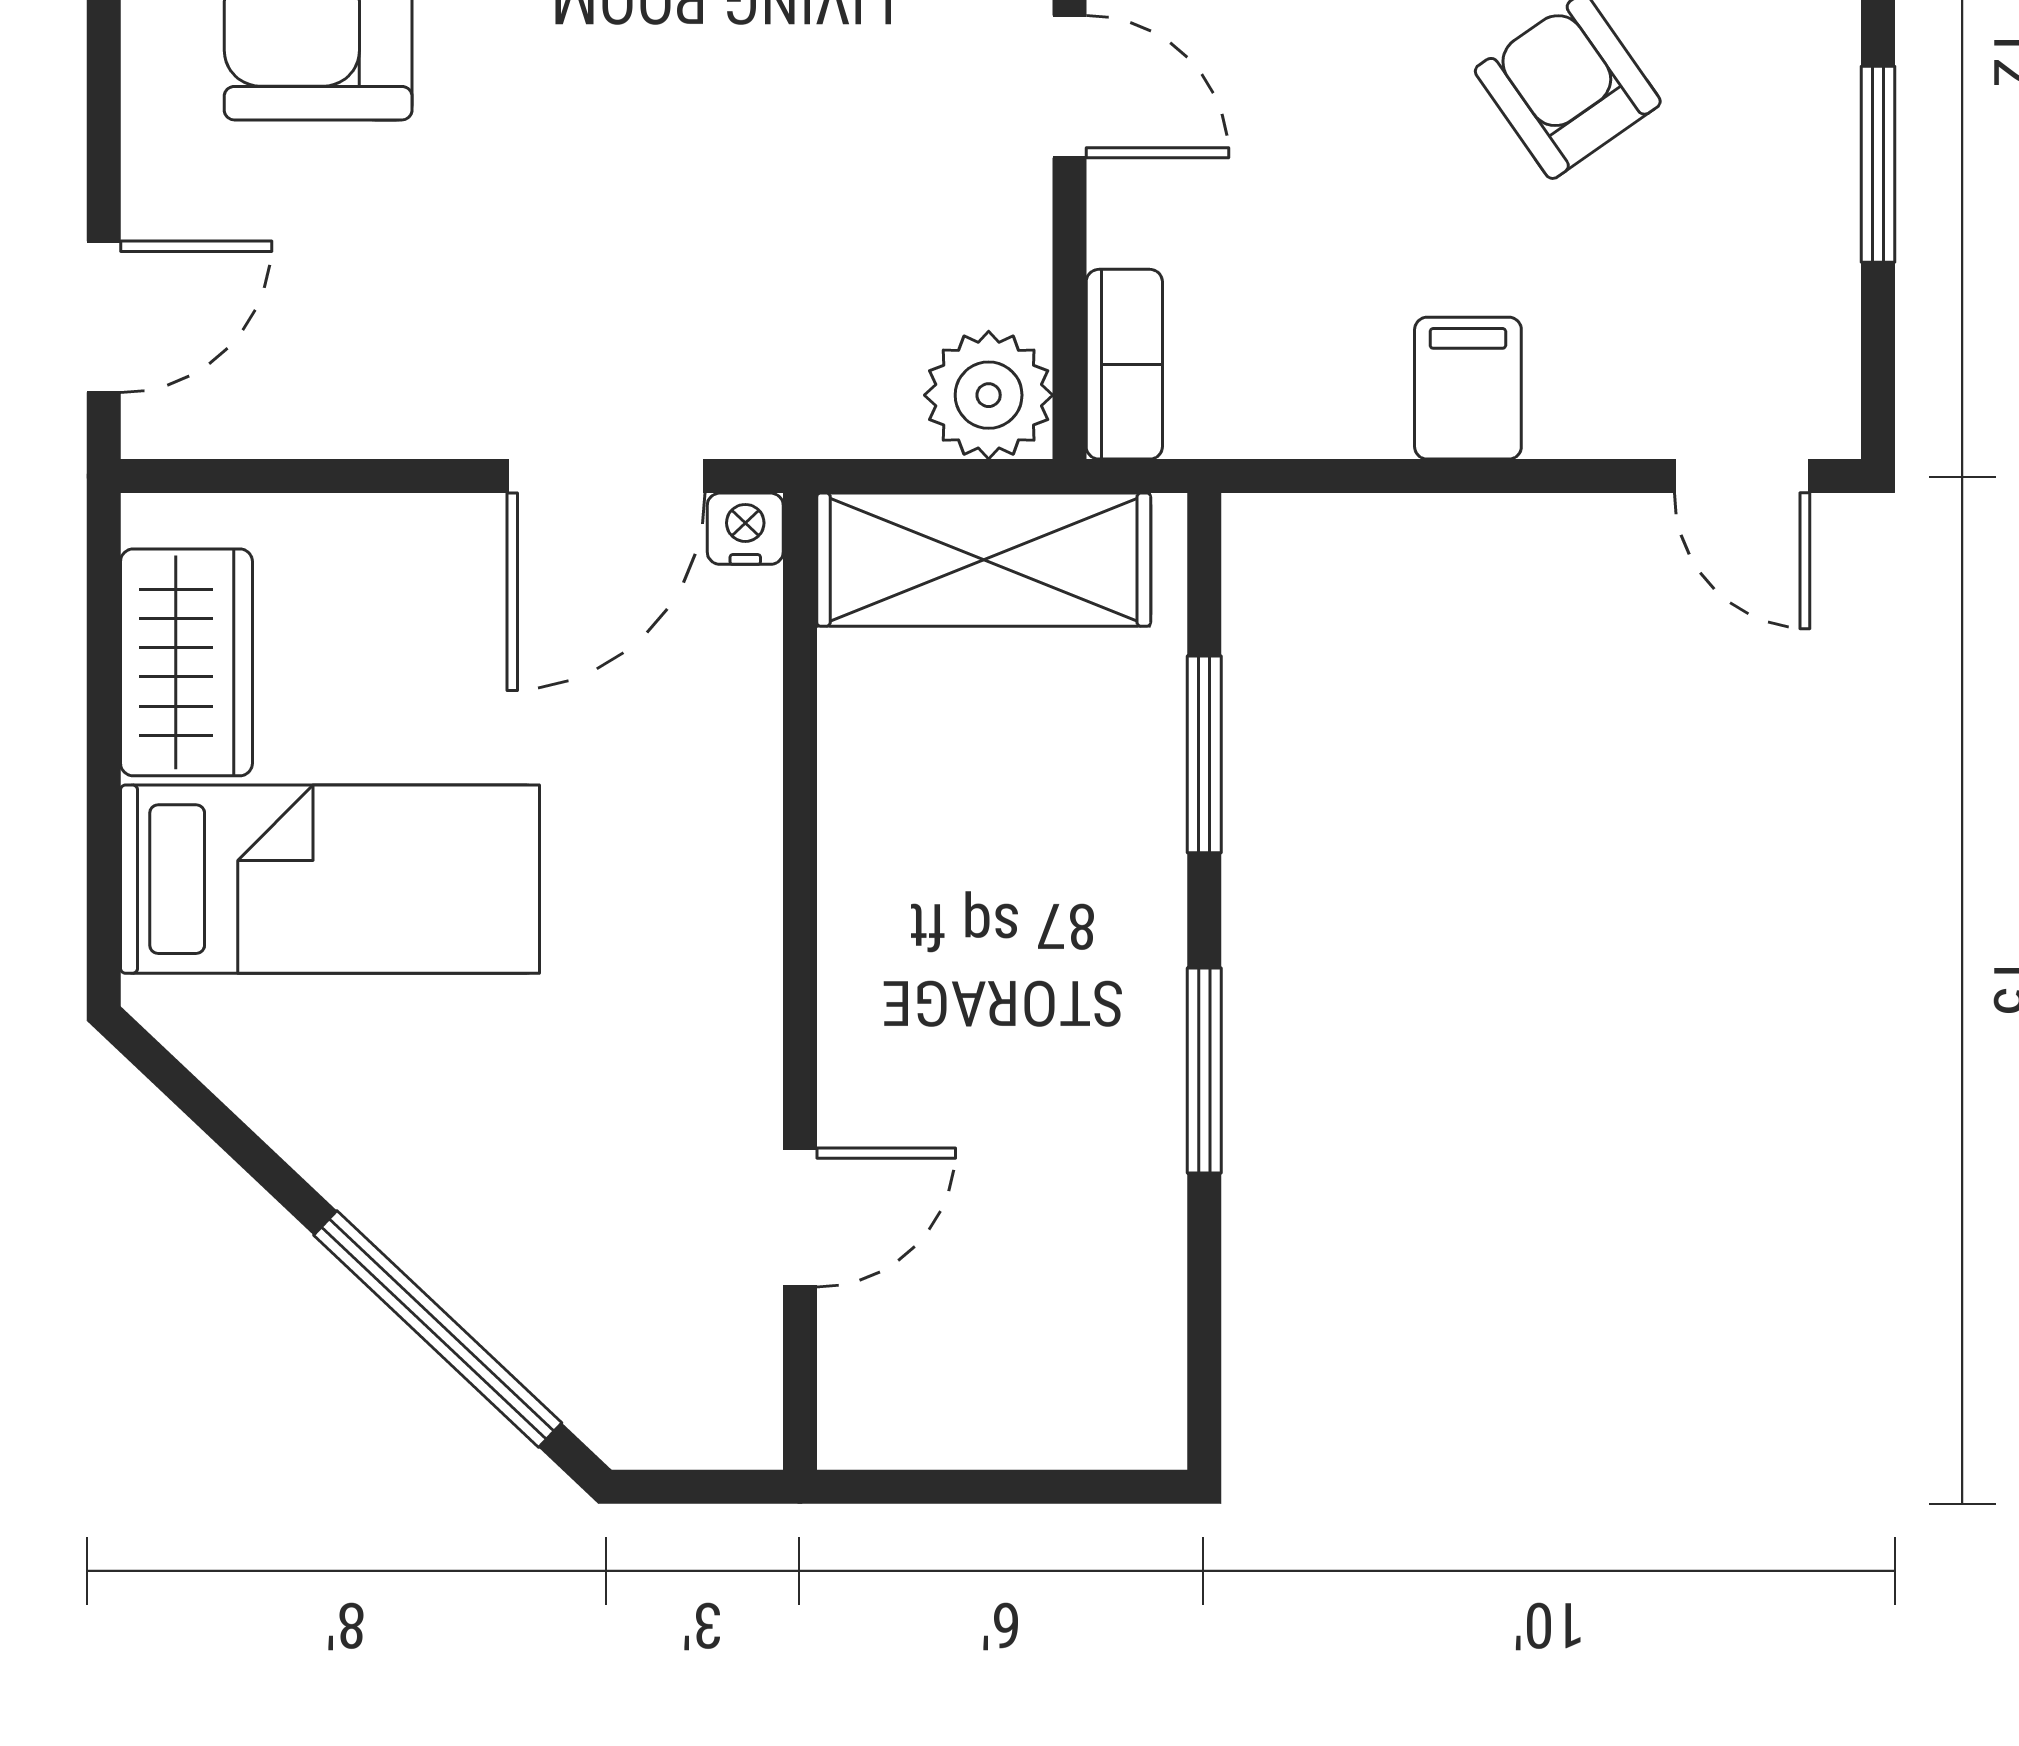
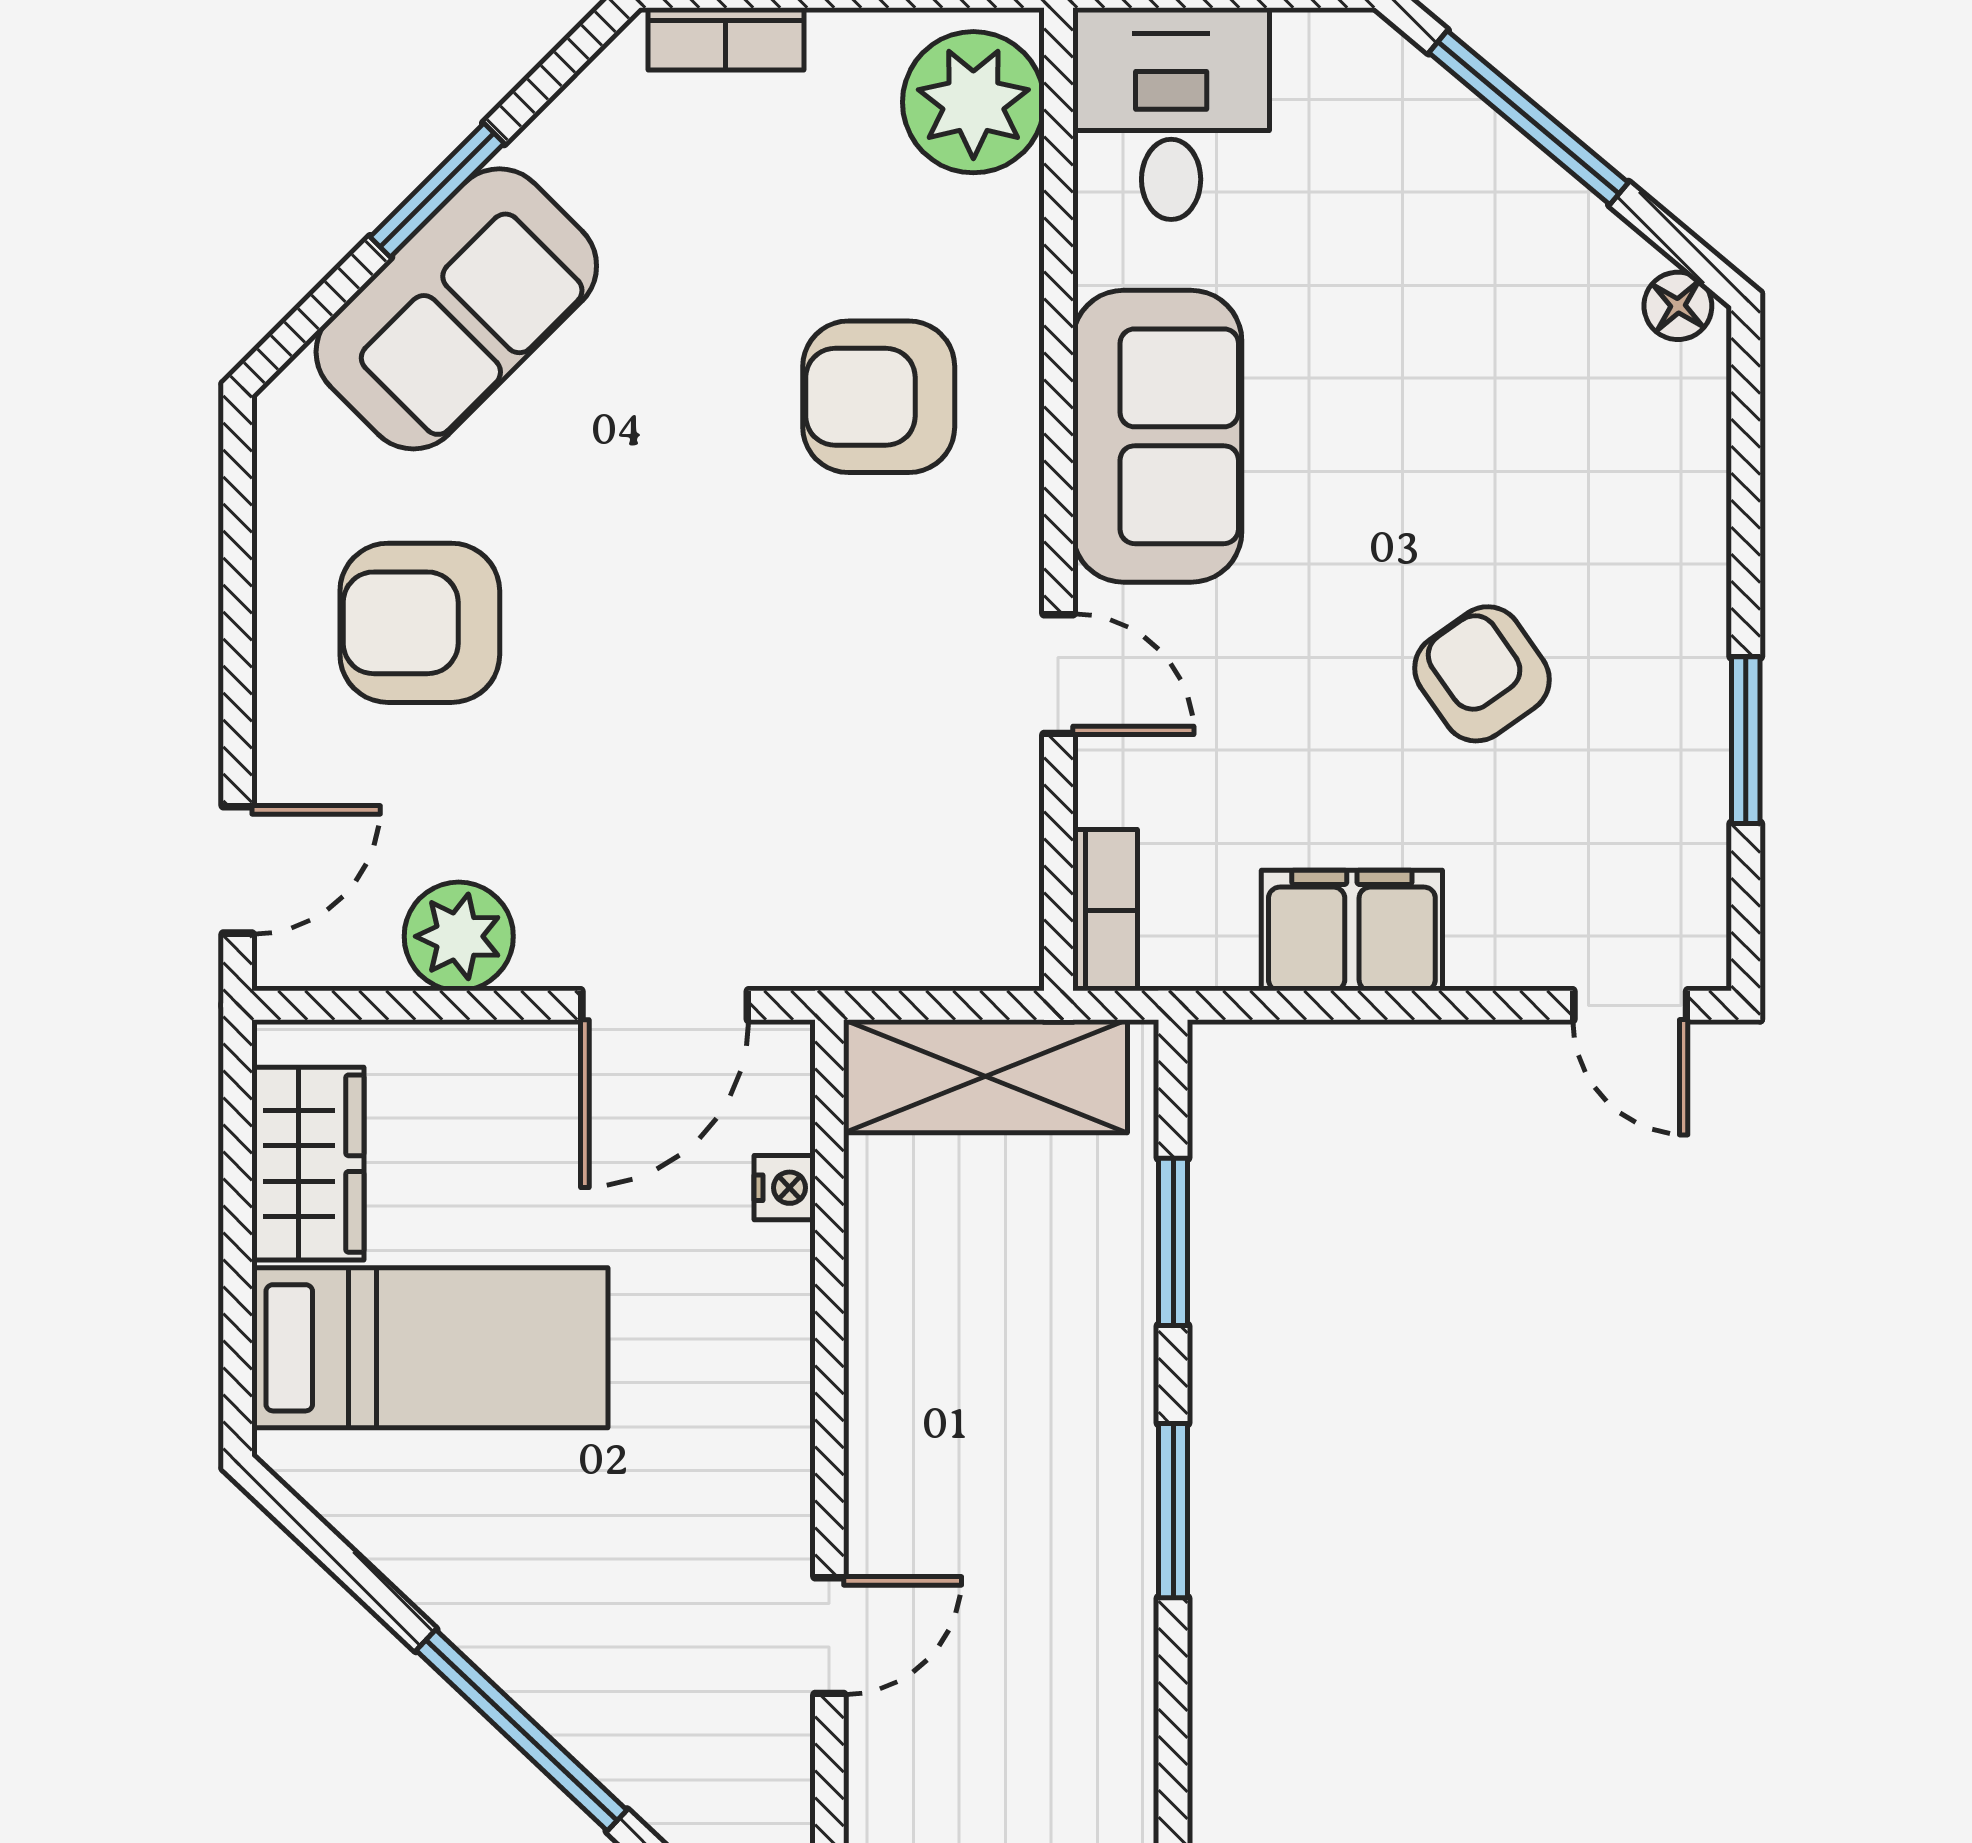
filing cabinet: (1468, 388) -> (1352, 930), width x2.00
plant: (989, 395) -> (459, 936), moved
nightstand: (745, 529) -> (785, 1188), moved, turned 90

